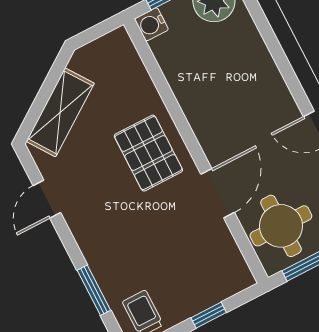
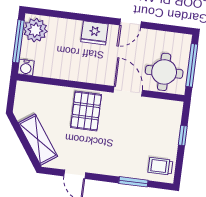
fridge: (268, 88) -> (94, 33), added
pallet: (148, 153) -> (86, 111), turned 90

